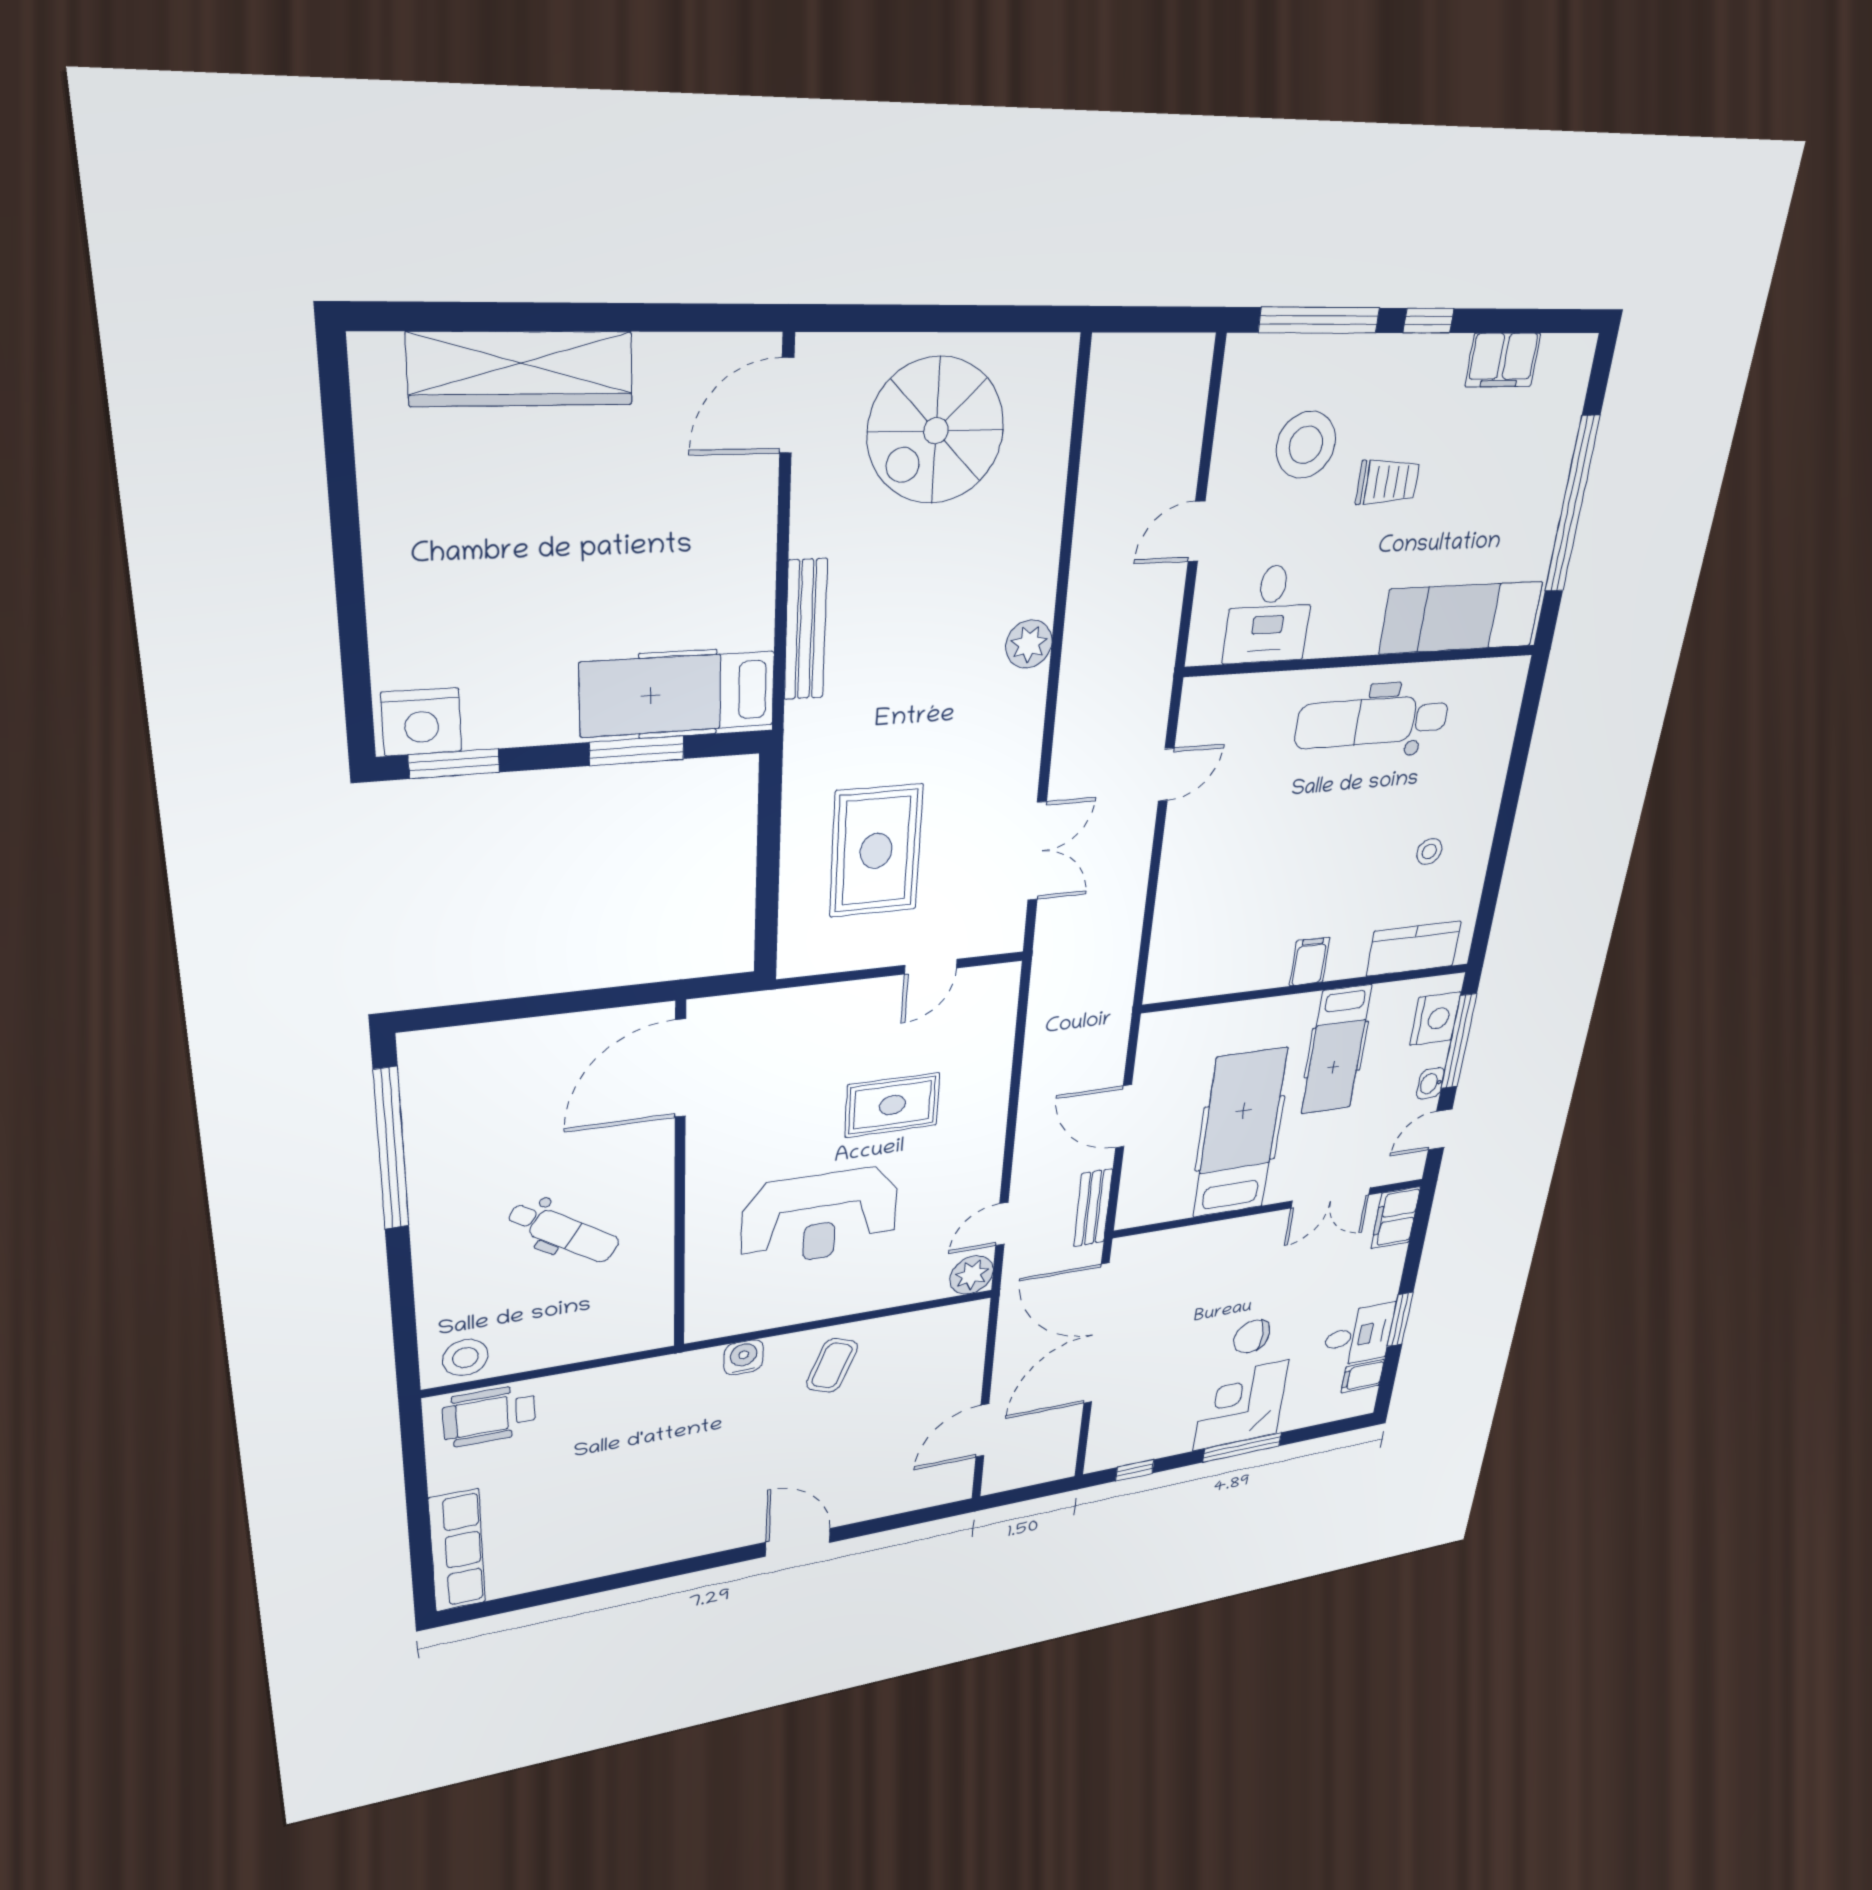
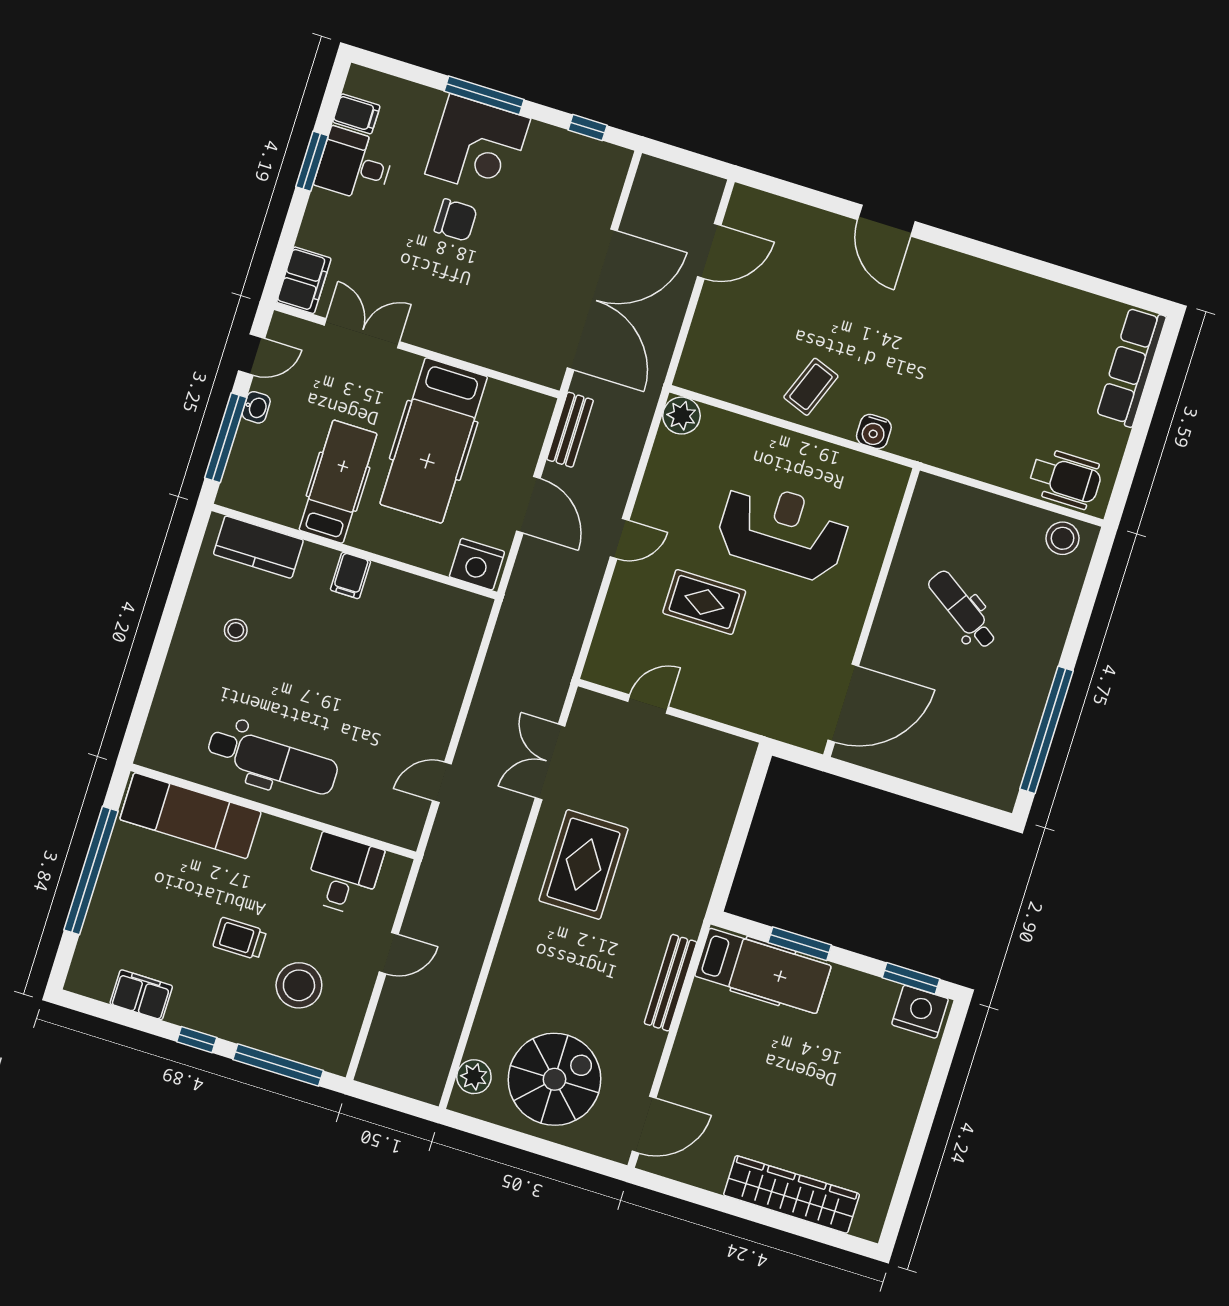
plant: (1029, 644) -> (474, 1077), moved
rug: (876, 851) -> (584, 865), moved
nightstand: (1435, 1019) -> (477, 564), moved, turned -90
door: (1002, 1224) -> (620, 539), moved

